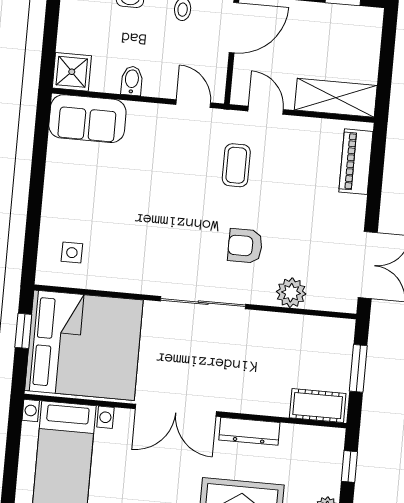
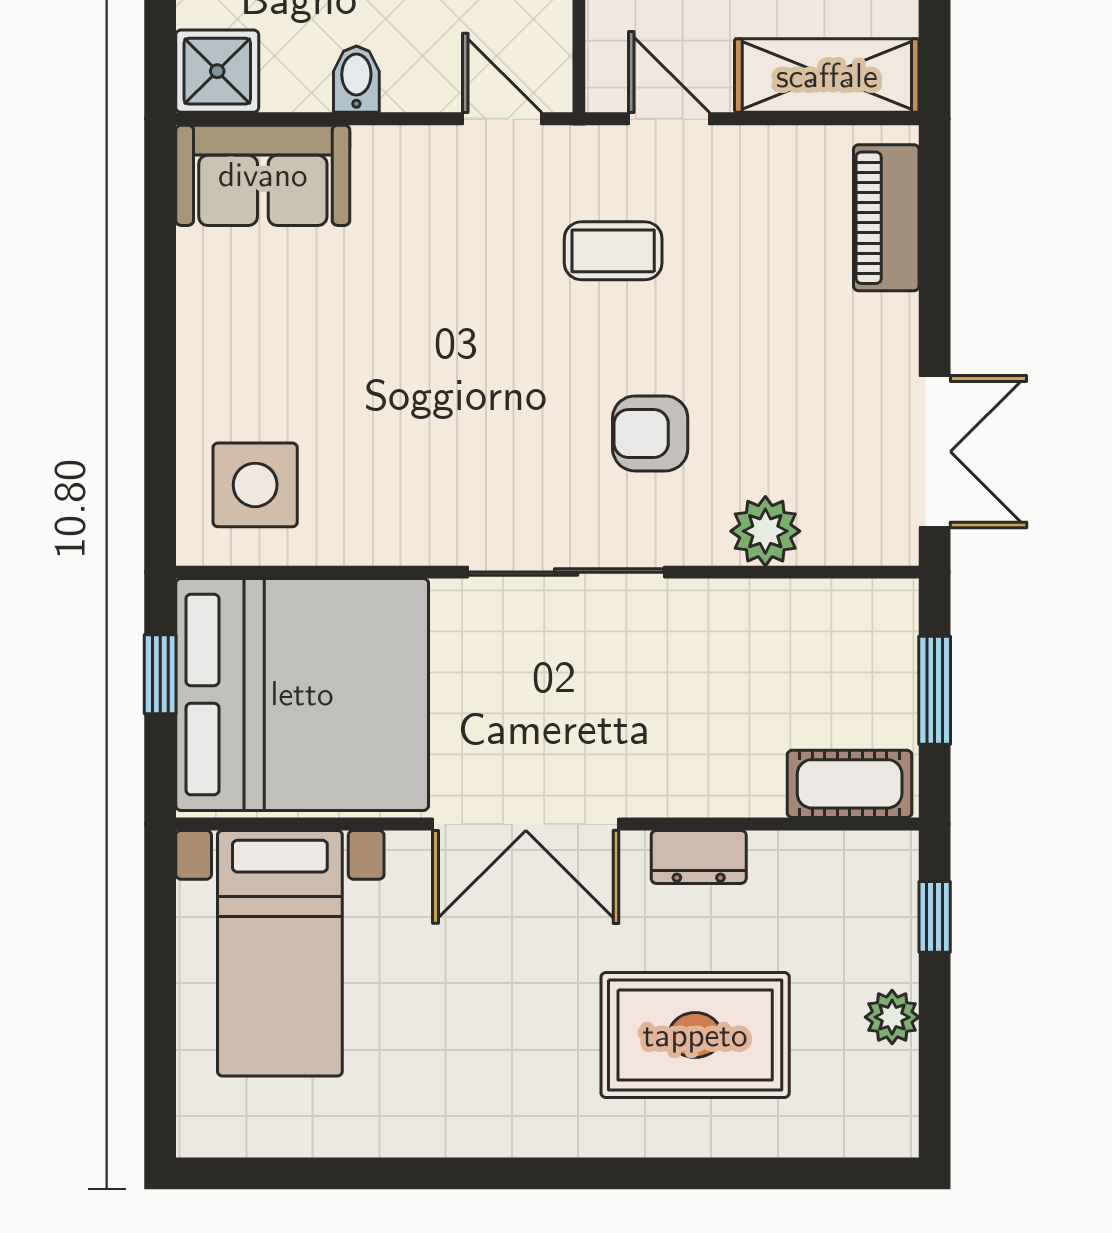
coffee table: (236, 165) -> (613, 251), turned 90
side table: (72, 253) -> (255, 485), width x1.87, depth x1.87
dresser: (249, 431) -> (699, 857), width x0.70

